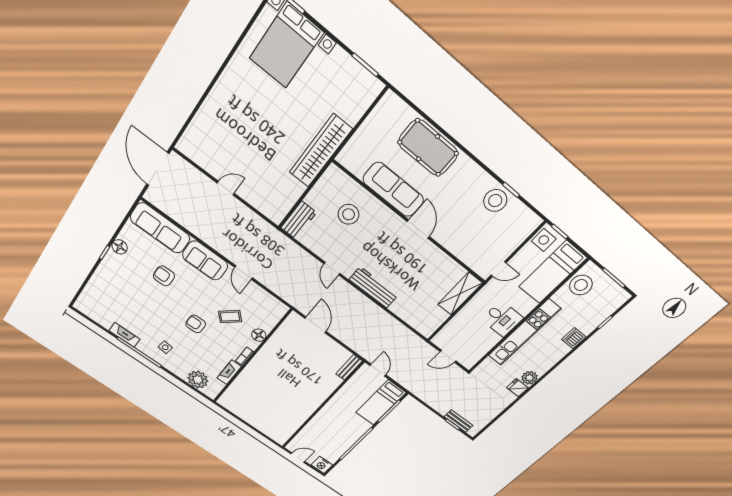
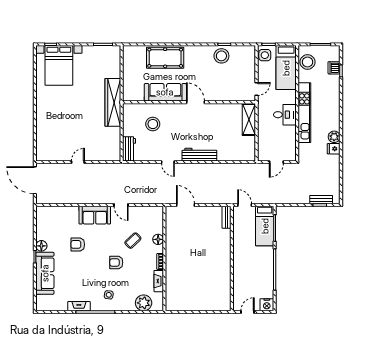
sofa: (160, 228) -> (45, 273), moved, turned -90
dishwasher: (574, 338) -> (334, 68), moved

